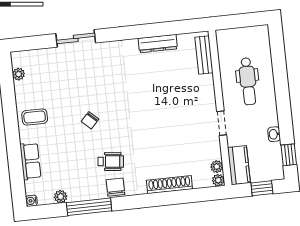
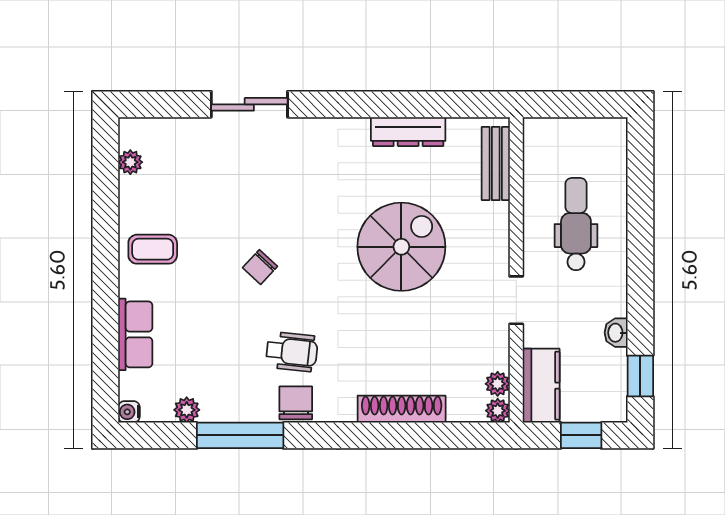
dental chair: (248, 81) -> (576, 224), turned 180
spiral stairs: (161, 102) -> (401, 247), added

